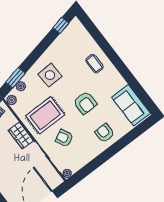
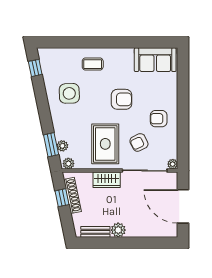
side table: (50, 75) -> (69, 93), moved
armchair: (105, 133) -> (159, 119), moved

